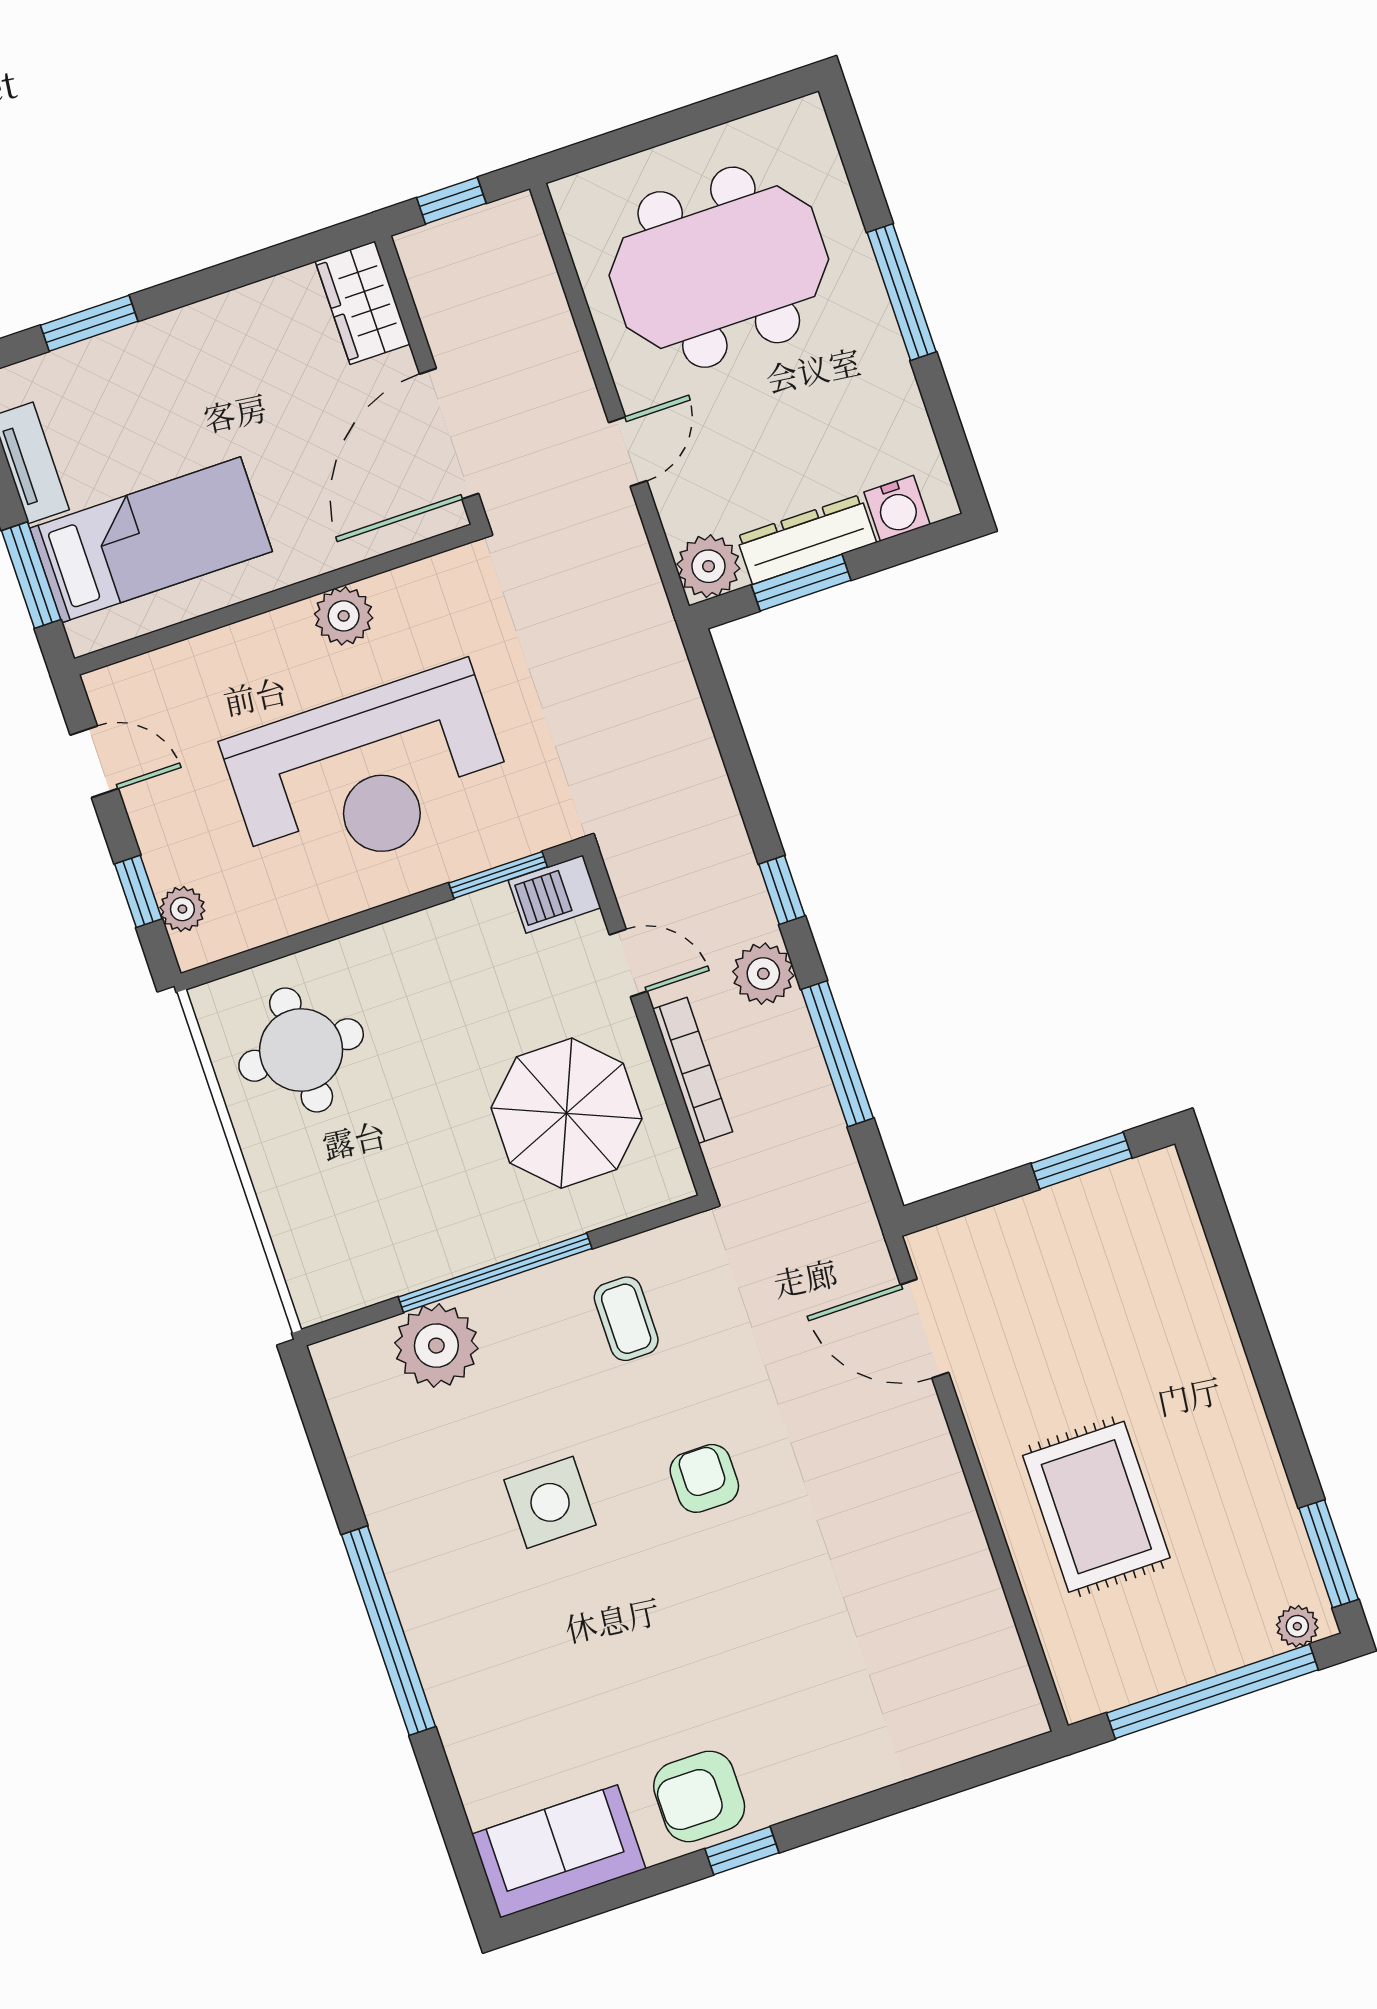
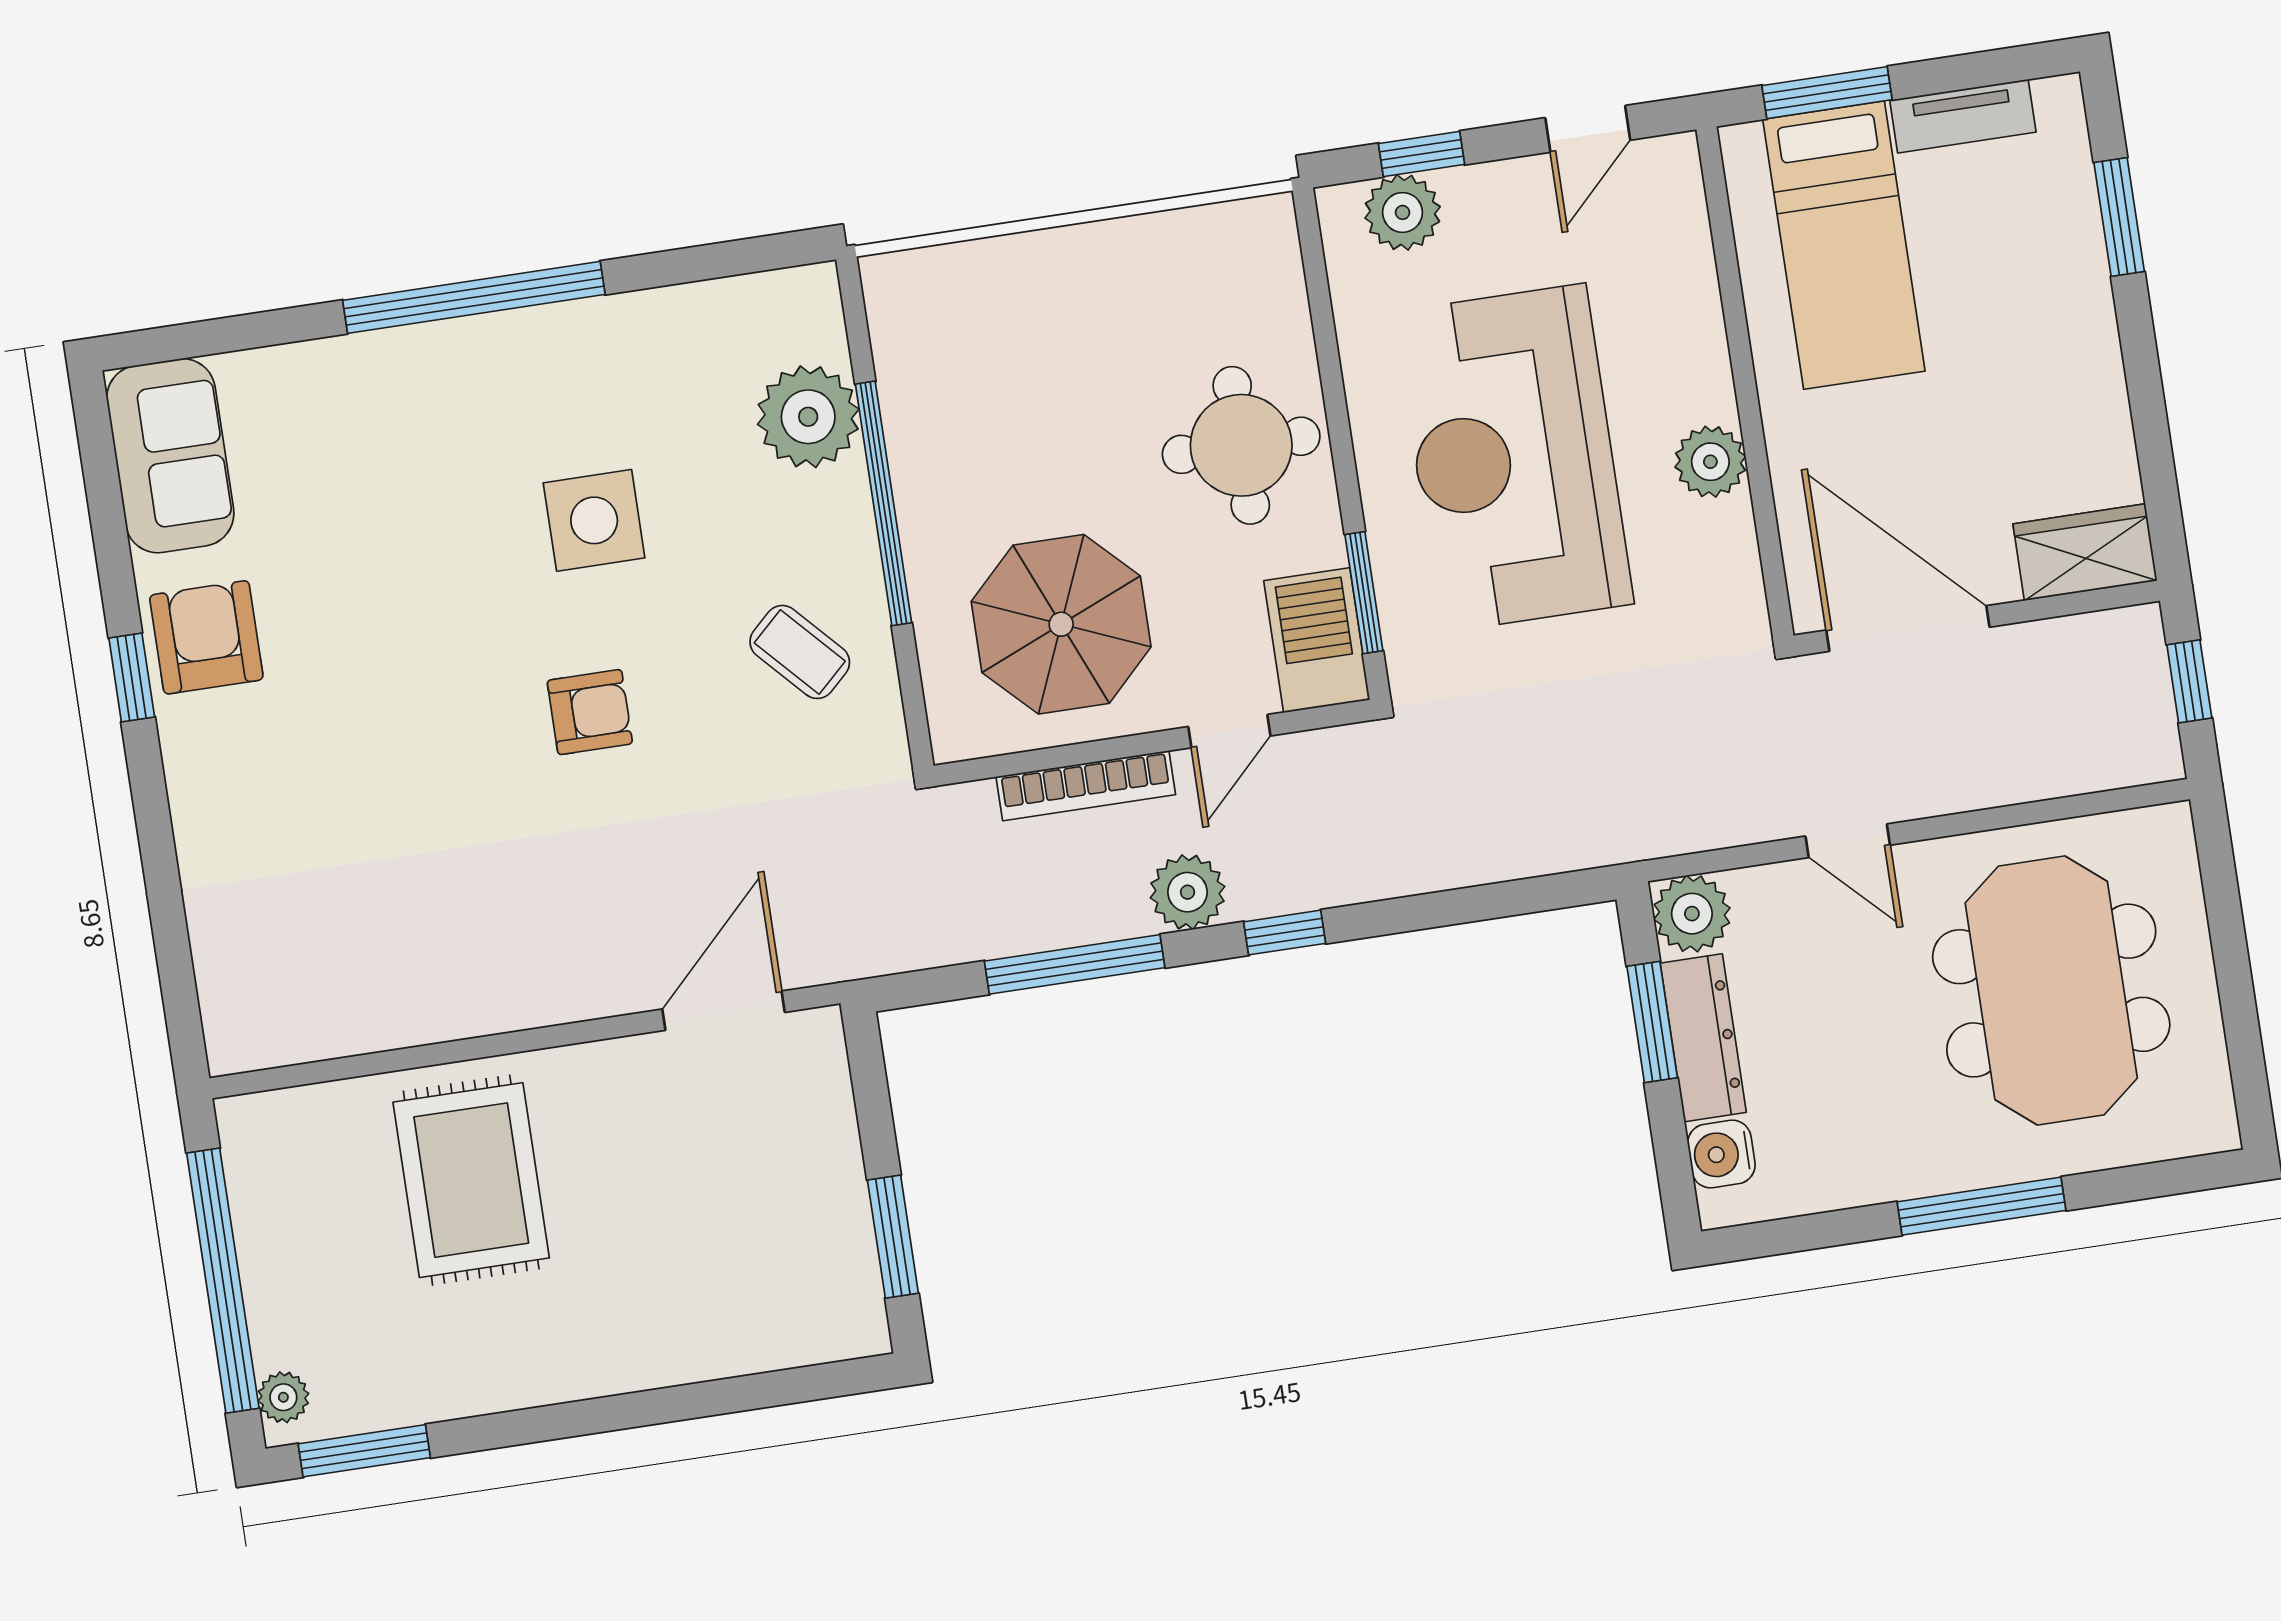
barbecue: (555, 894) -> (1317, 640), width x1.38, depth x1.27
plant: (182, 909) -> (1403, 212), width x1.38, depth x1.38
round table: (301, 1050) -> (1241, 445), moved
coffee table: (626, 1319) -> (800, 652), turned 47
rug: (1096, 1507) -> (471, 1180), turned 90

